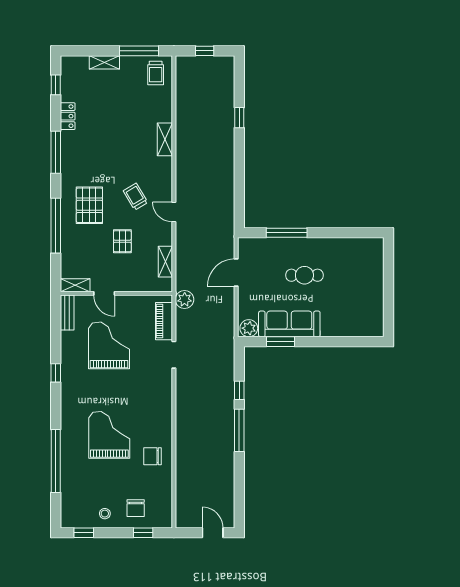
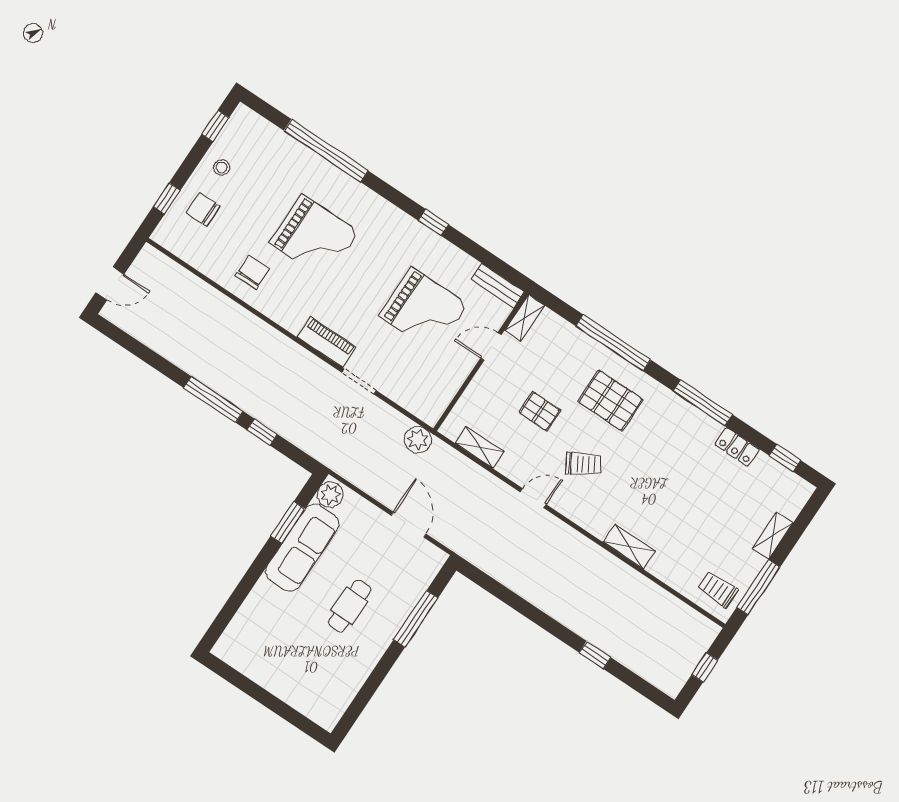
piano: (164, 321) -> (327, 342), moved

